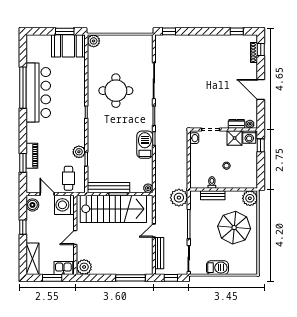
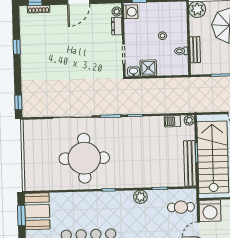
window: (237, 31) -> (17, 47), moved
plant: (94, 41) -> (31, 184), removed
round table: (116, 91) -> (84, 158), width x1.36, depth x1.36
shower: (235, 138) -> (148, 68), moved
barbecue: (145, 145) -> (172, 121), moved, width x0.53, depth x0.65
plant: (79, 152) -> (140, 197), moved
plant: (179, 198) -> (199, 86), removed

